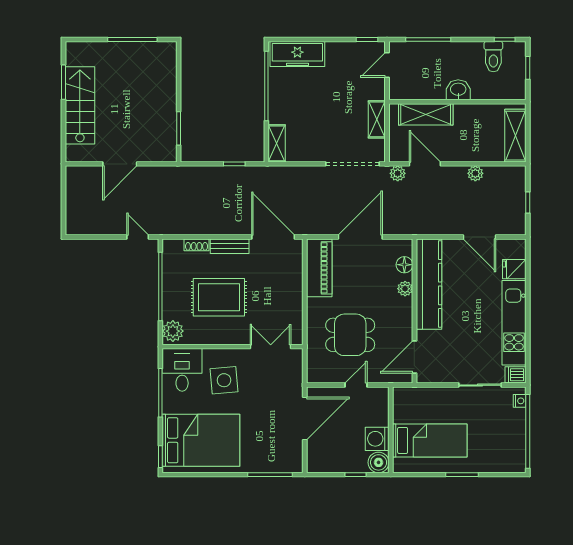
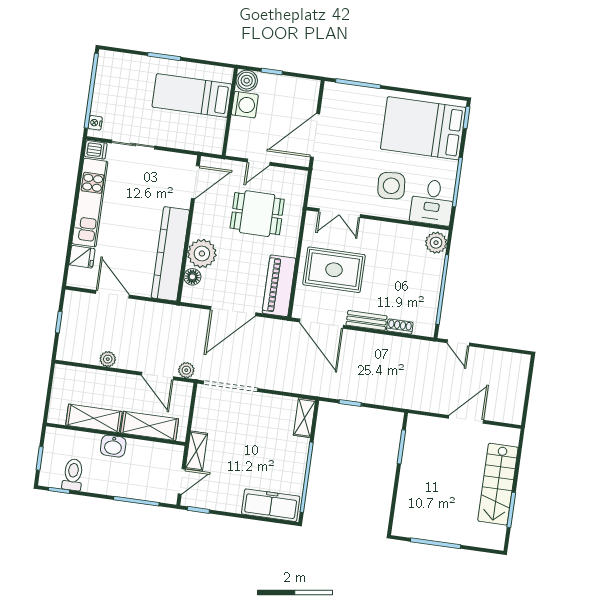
shelving: (377, 119) -> (196, 451), moved
shelving: (515, 136) -> (94, 418), moved, turned 90
plant: (405, 289) -> (202, 254), width x1.87, depth x1.87
rug: (219, 297) -> (334, 270), moved

